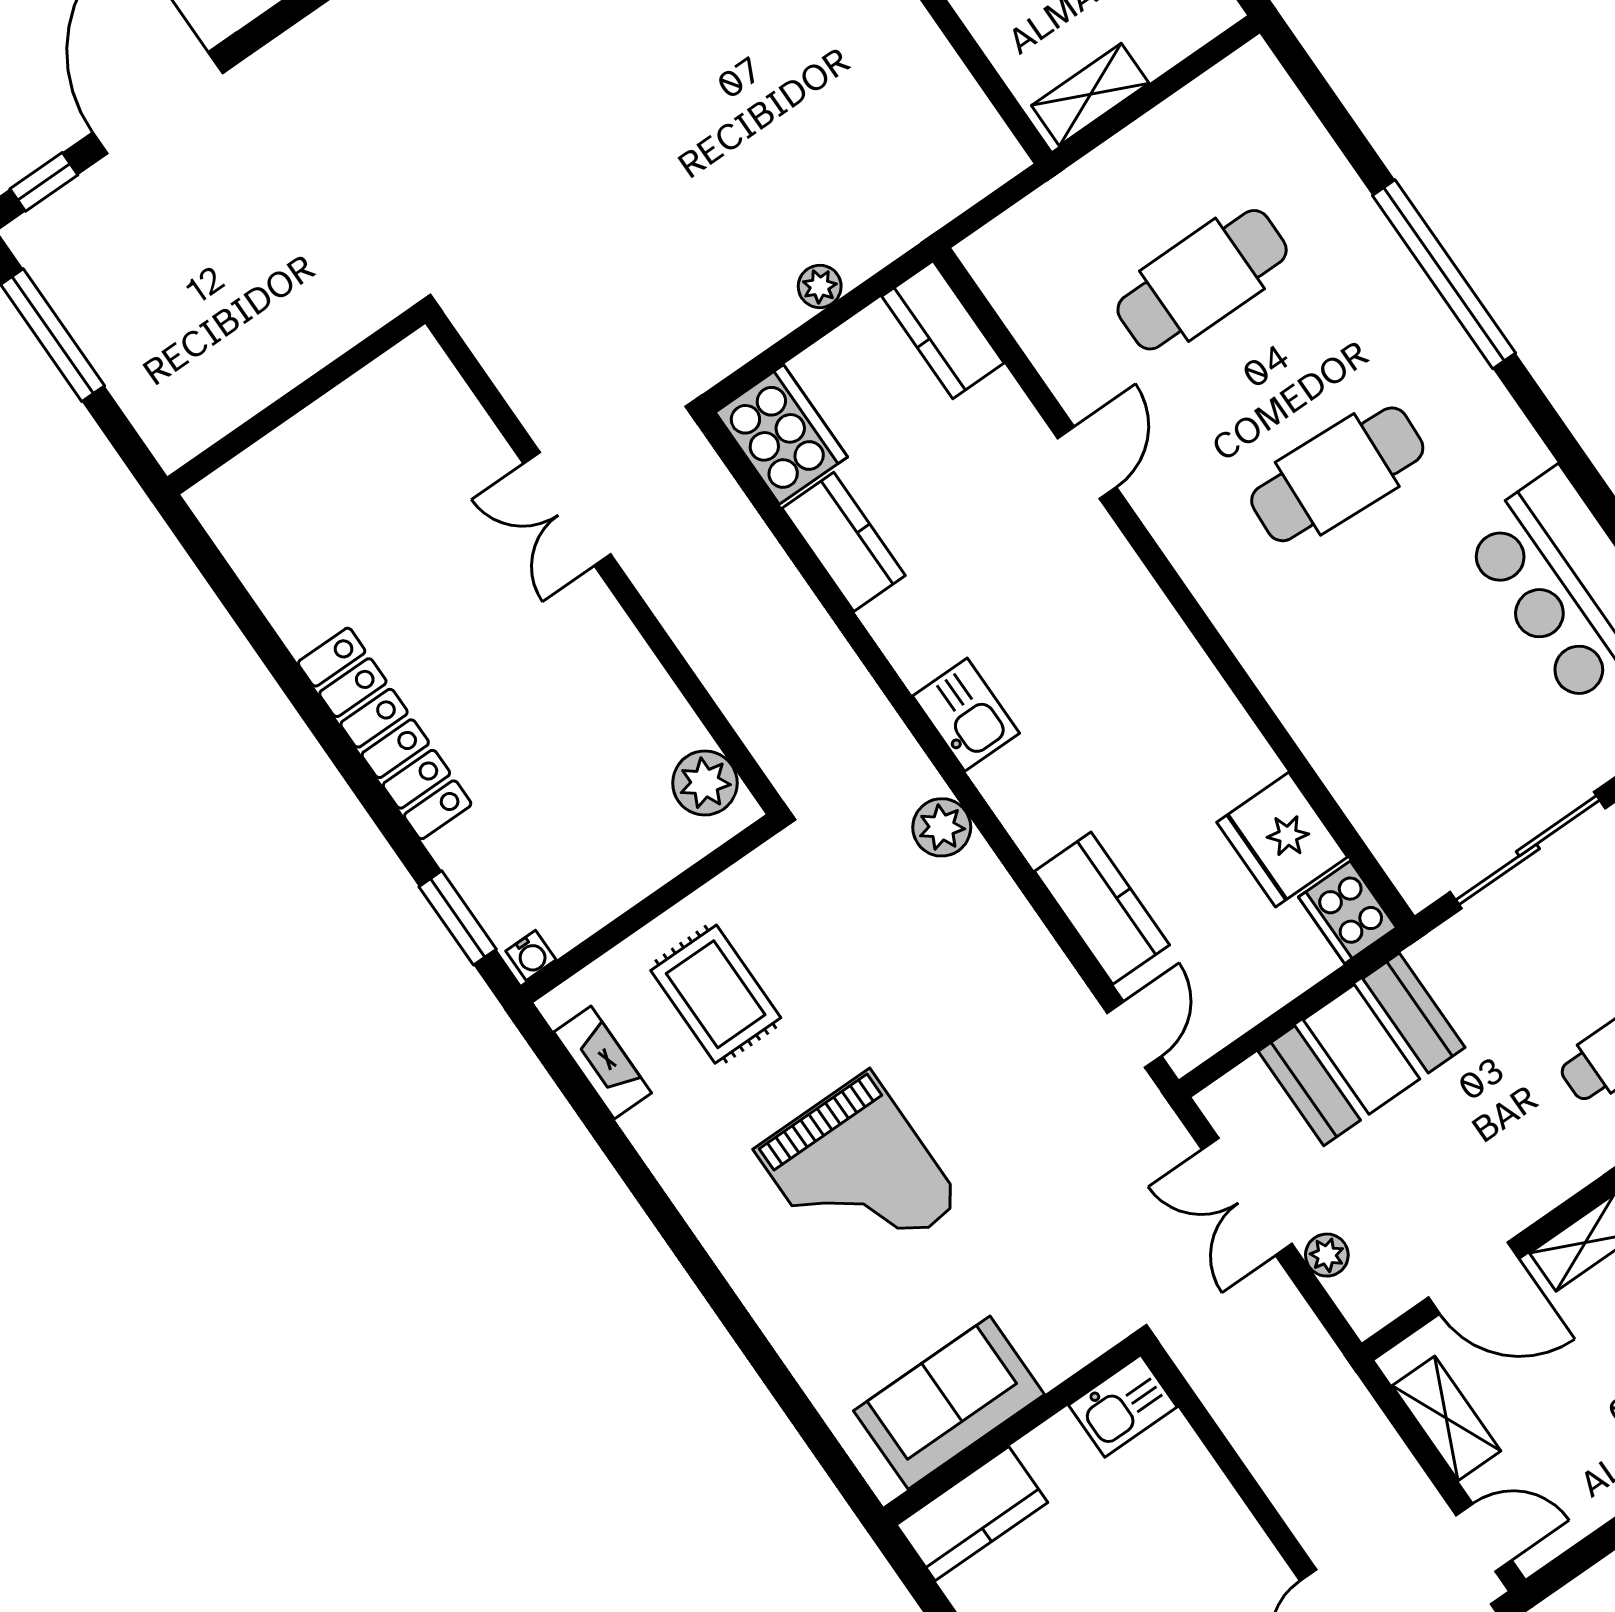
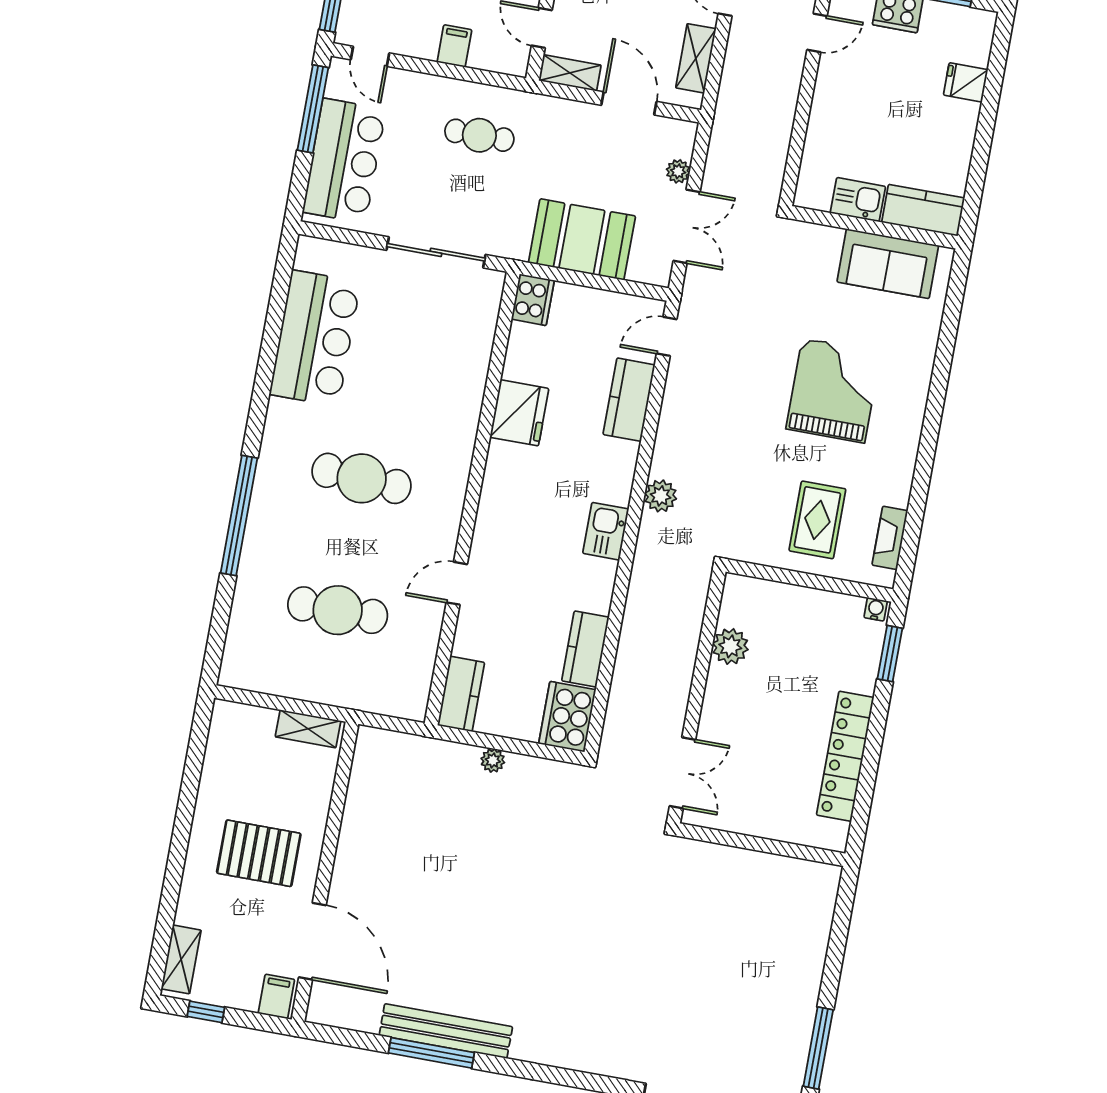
wall: (296, 400) -> (762, 845), moved
plant: (705, 783) -> (730, 646), moved
fridge: (1282, 840) -> (519, 413), moved
kitchen sink: (1123, 1406) -> (858, 200), moved

